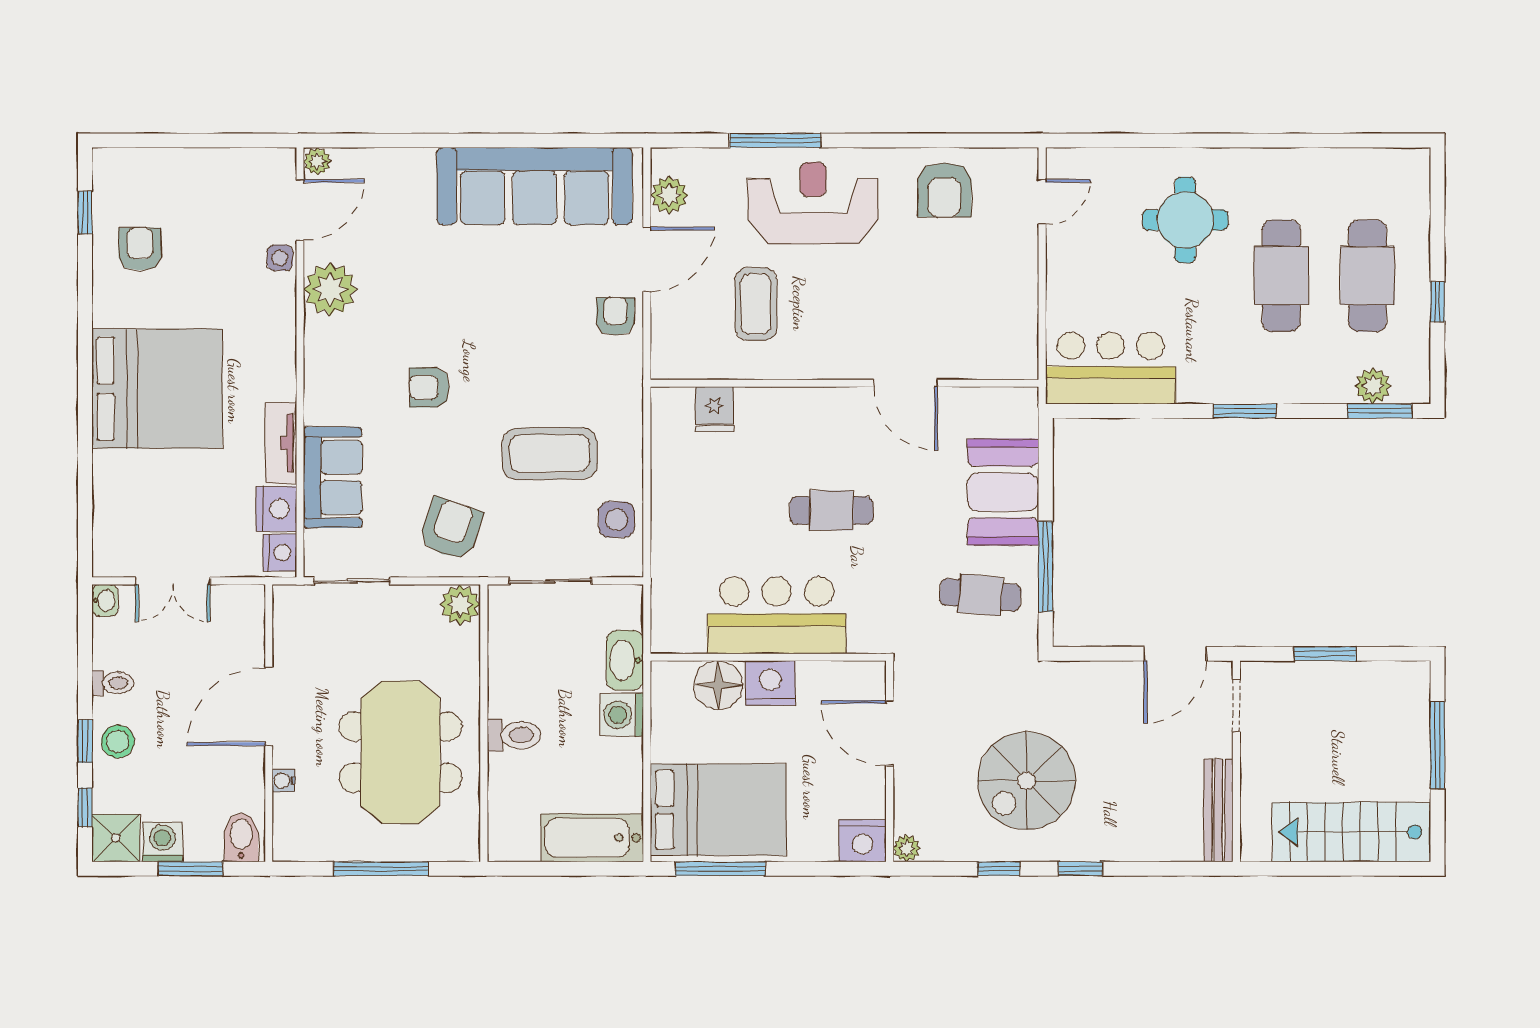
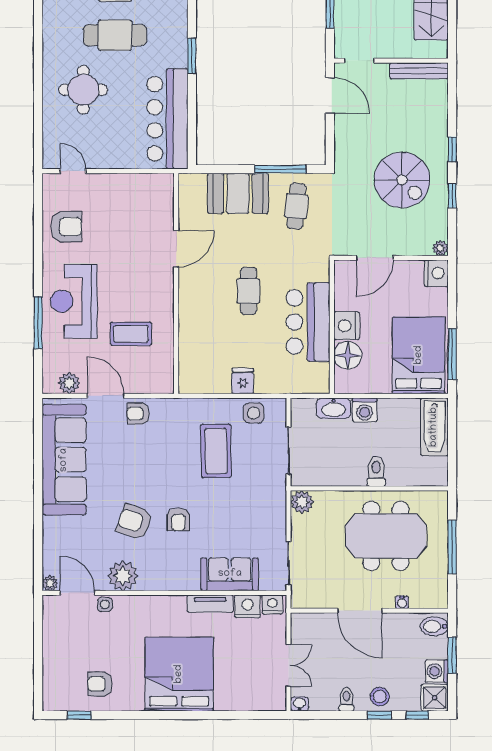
bar counter: (1110, 368) -> (167, 119), width x1.36
fridge: (714, 409) -> (243, 381), moved, turned -90
armchair: (451, 529) -> (134, 522), moved

